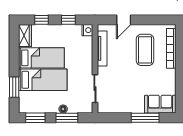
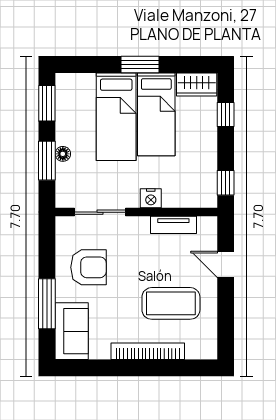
window: (68, 20) -> (226, 183), moved
nightstand: (87, 30) -> (151, 198), moved
tv unit: (102, 48) -> (173, 225), width x0.71
bookcase: (171, 48) -> (148, 351), moved
window: (14, 87) -> (140, 65), moved
armchair: (125, 95) -> (89, 267), added

